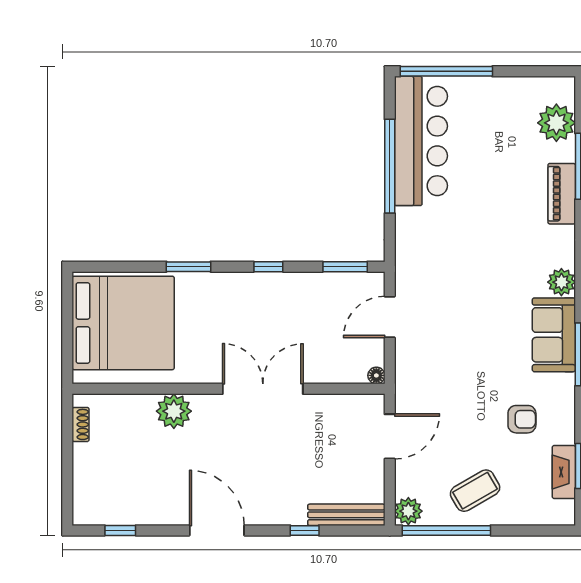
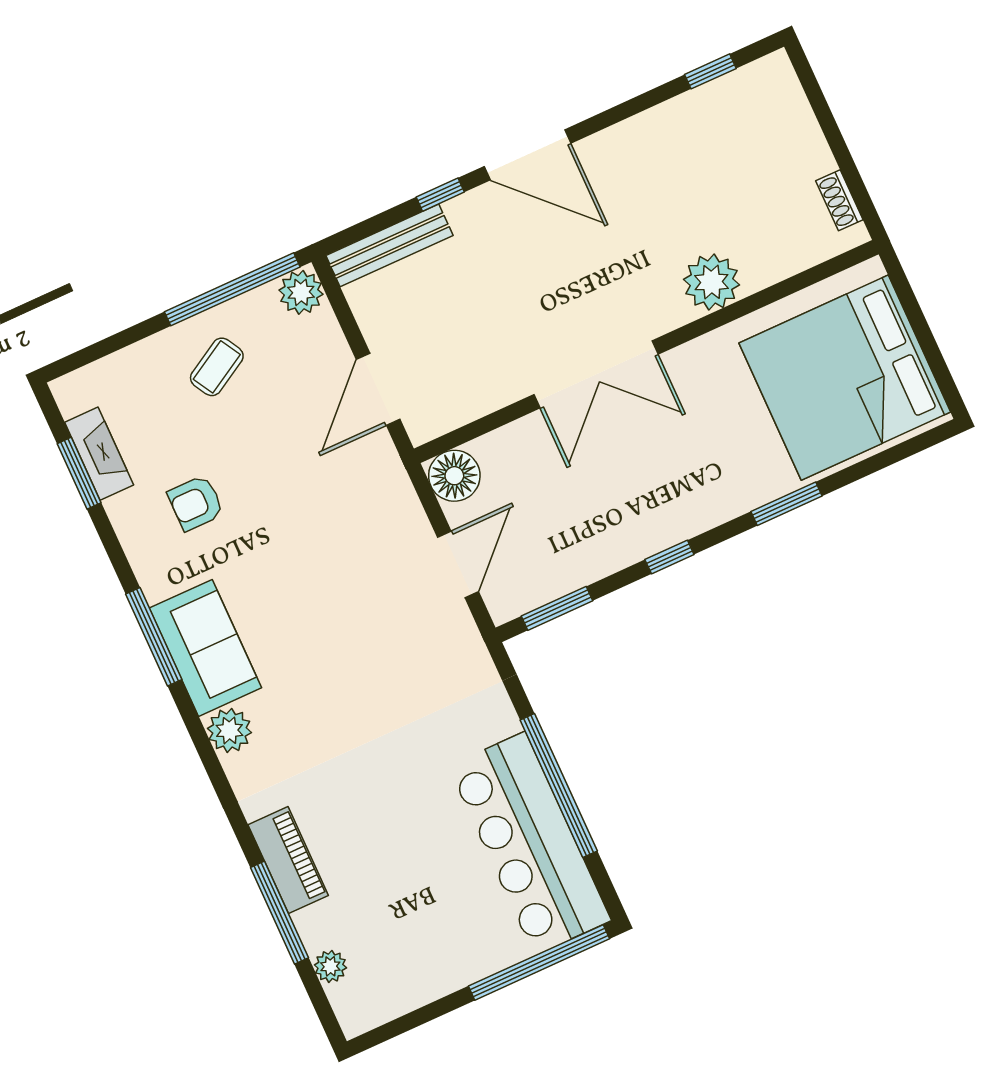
plant: (556, 123) -> (330, 966), width x0.53, depth x0.53
floor lamp: (376, 375) -> (454, 476), width x1.89, depth x1.89
coffee table: (475, 491) -> (217, 367), width x0.73, depth x0.77
door: (217, 530) -> (527, 155), moved

